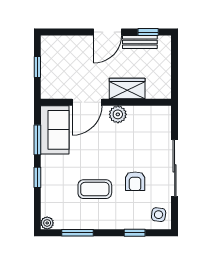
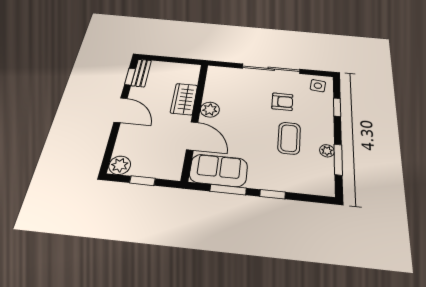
bench: (140, 42) -> (141, 73), moved
plant: (50, 45) -> (120, 165), added
plant: (47, 223) -> (327, 151), moved

